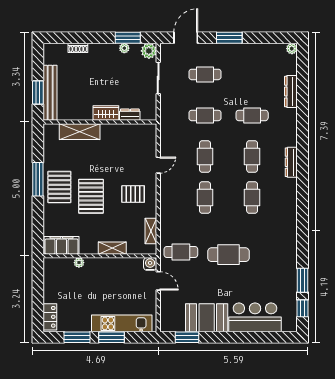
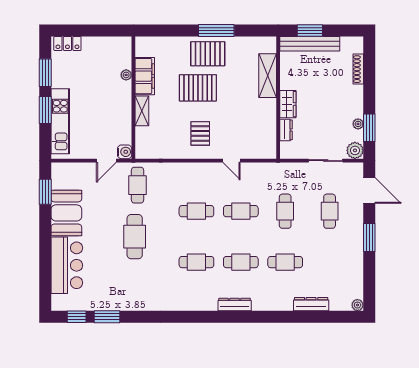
shoe rack: (78, 48) -> (358, 69), width x1.43
cafe table: (252, 115) -> (285, 262), turned 90
shelving: (151, 231) -> (160, 153), removed
filing cabinet: (62, 245) -> (145, 76), moved

